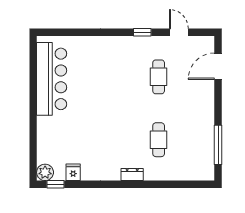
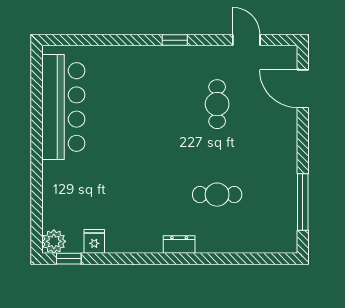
window: (142, 32) -> (175, 40), moved
door: (218, 66) -> (303, 89), hinge flipped
cafe table: (159, 140) -> (217, 195), turned 90

